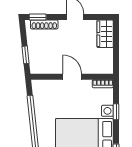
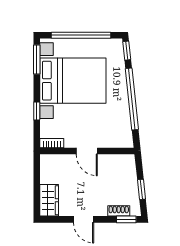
shoe rack: (44, 24) -> (119, 211), width x0.70
window: (26, 55) -> (141, 189), moved

